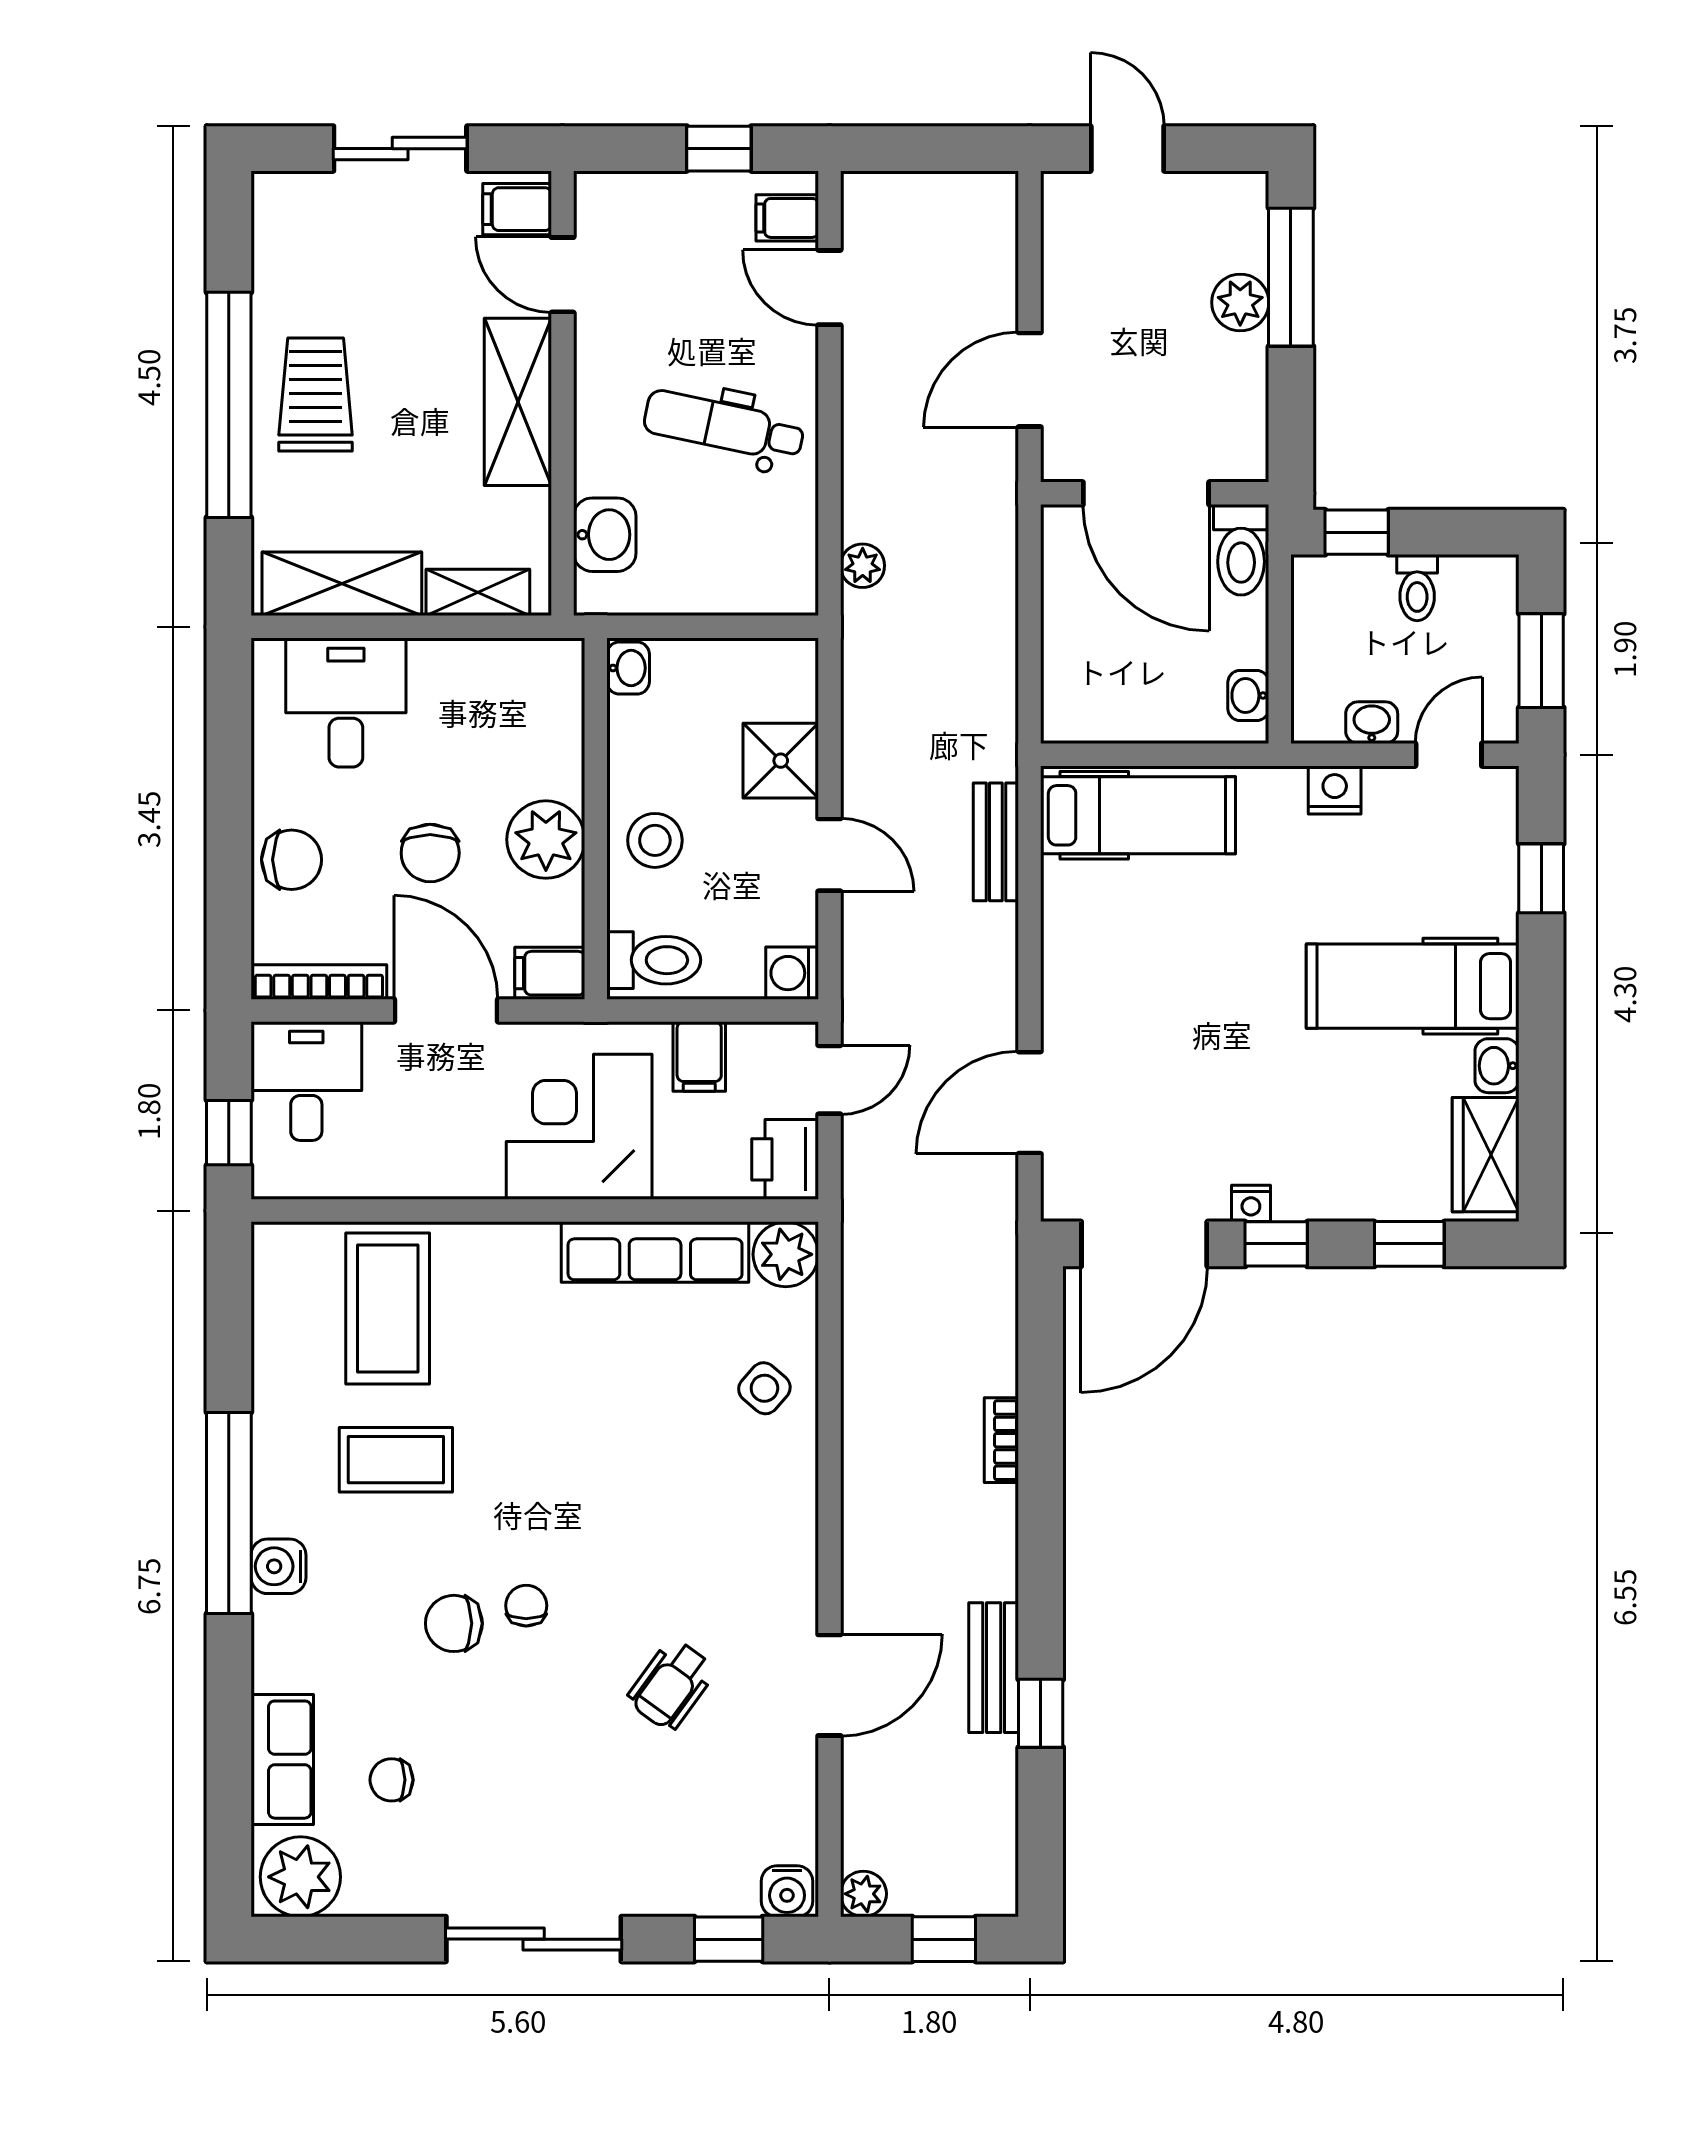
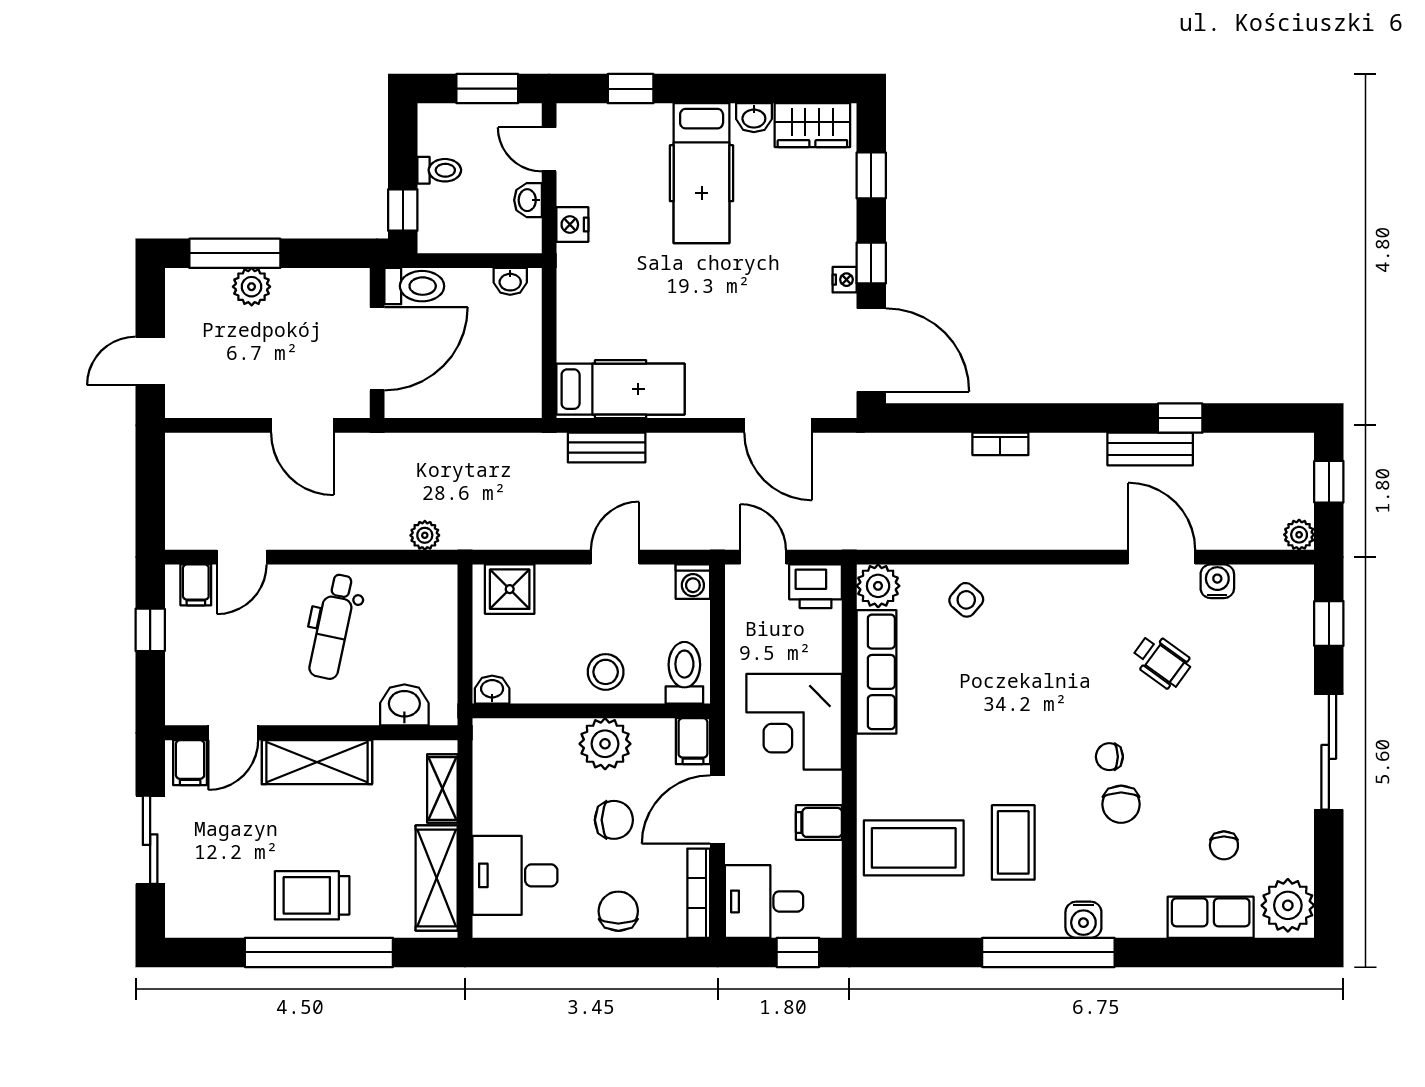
shower: (781, 761) -> (510, 589), moved
hospital bed: (1138, 815) -> (621, 389), moved, turned 90
filing cabinet: (699, 1057) -> (819, 822), moved, turned 180
water cooler: (787, 1891) -> (1217, 581), moved, turned -90

